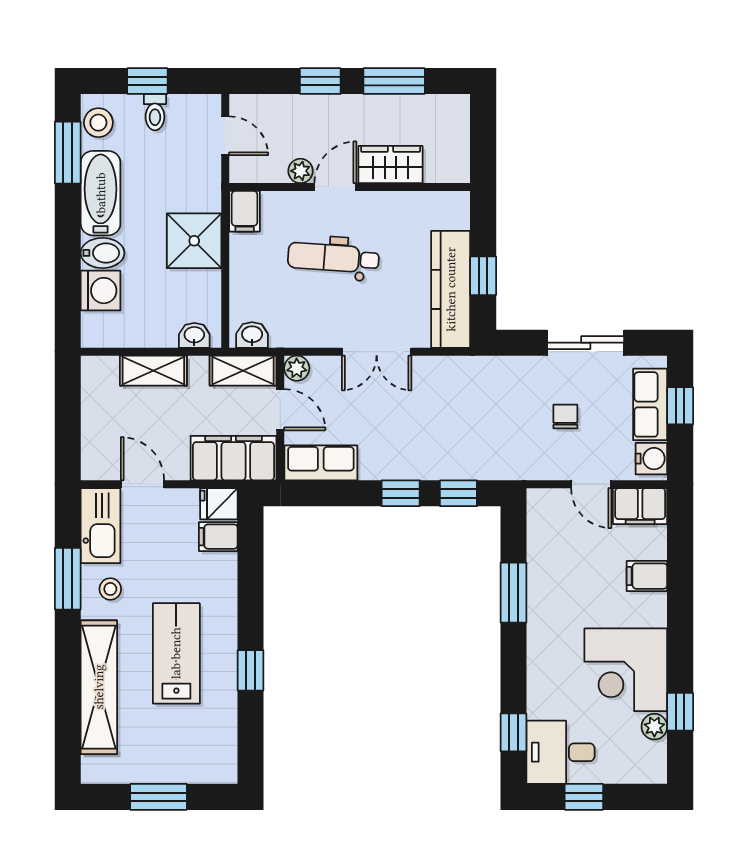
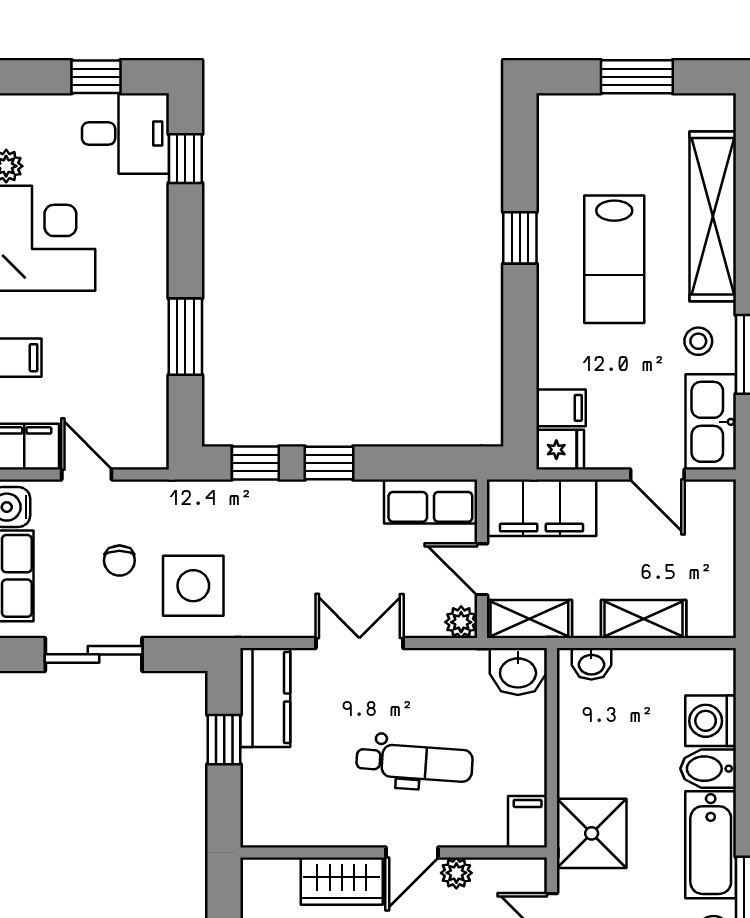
shower: (194, 241) -> (592, 833), moved
kitchen counter: (451, 289) -> (265, 698), width x0.67
washbasin: (252, 335) -> (518, 672), width x1.38, depth x1.45
side table: (507, 397) -> (193, 586), added

